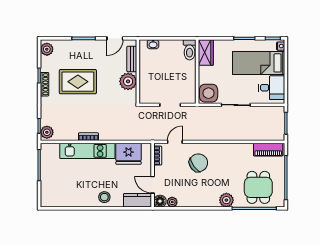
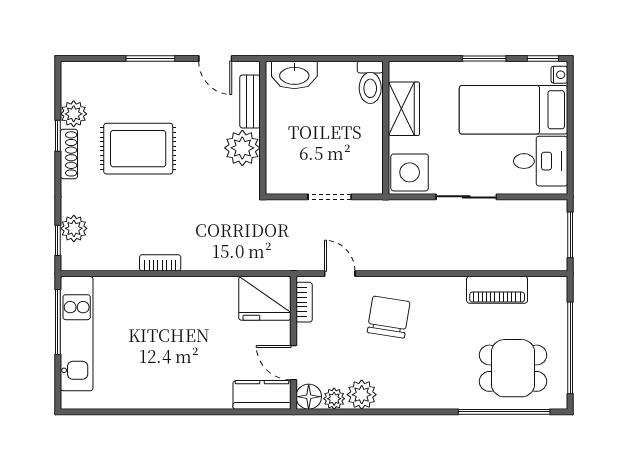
door: (115, 38) -> (215, 59), hinge flipped
washbasin: (153, 44) -> (294, 75), width x1.91, depth x1.45
plant: (47, 49) -> (74, 114), moved
wardrobe: (206, 52) -> (404, 109), moved
plant: (47, 132) -> (74, 228), moved
door: (175, 142) -> (340, 274), hinge flipped
piano: (268, 150) -> (497, 290), moved
kitchen unit: (87, 151) -> (77, 334), moved, turned -90
fridge: (129, 154) -> (265, 298), moved
chair: (198, 163) -> (389, 317), turned -46
dining table: (258, 187) -> (513, 368), turned 90
stool: (104, 197) -> (193, 388), removed
plant: (226, 200) -> (362, 395), moved

